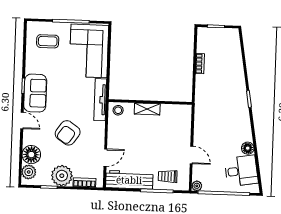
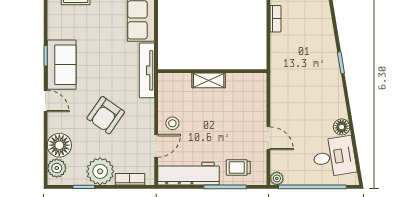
stool: (118, 110) -> (172, 123), moved

